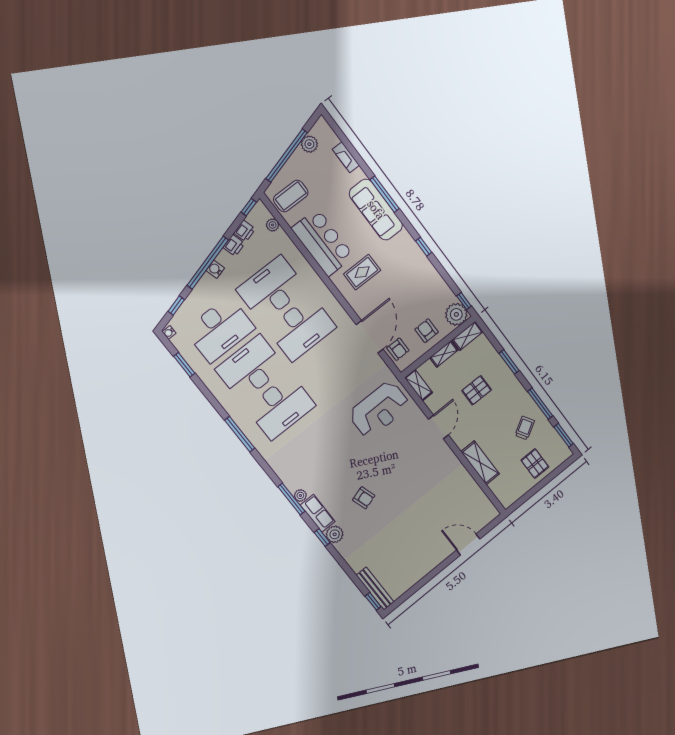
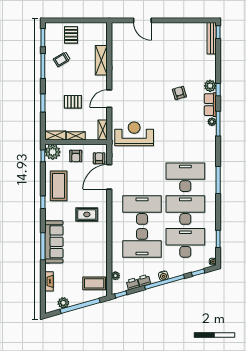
bar counter: (323, 242) -> (96, 246), removed
coffee table: (420, 280) -> (59, 186), added
desk: (251, 368) -> (185, 210), turned 180

